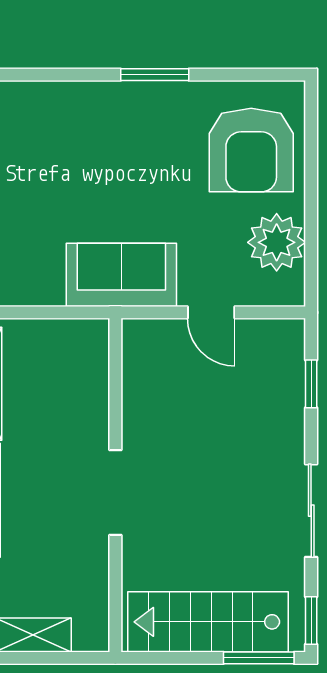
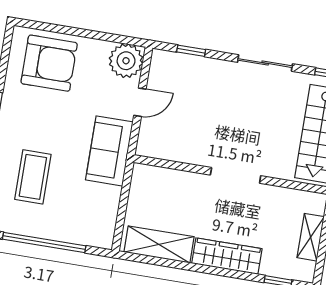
coffee table: (57, 154) -> (33, 177), added
plant: (277, 242) -> (126, 61), moved

